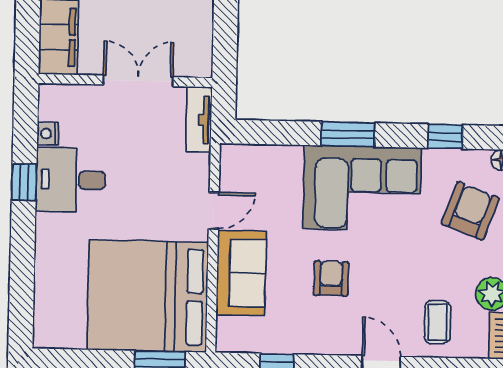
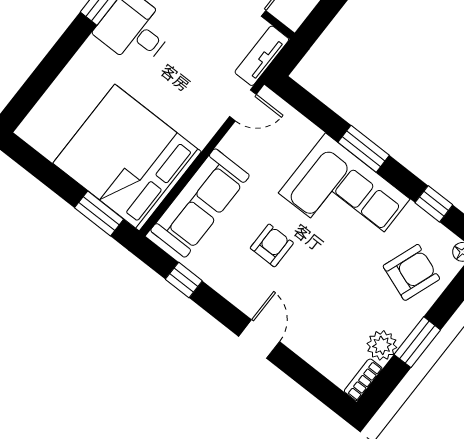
door: (214, 210) -> (243, 105), moved
sofa: (241, 273) -> (200, 203), width x1.36
coffee table: (437, 322) -> (326, 336), removed

